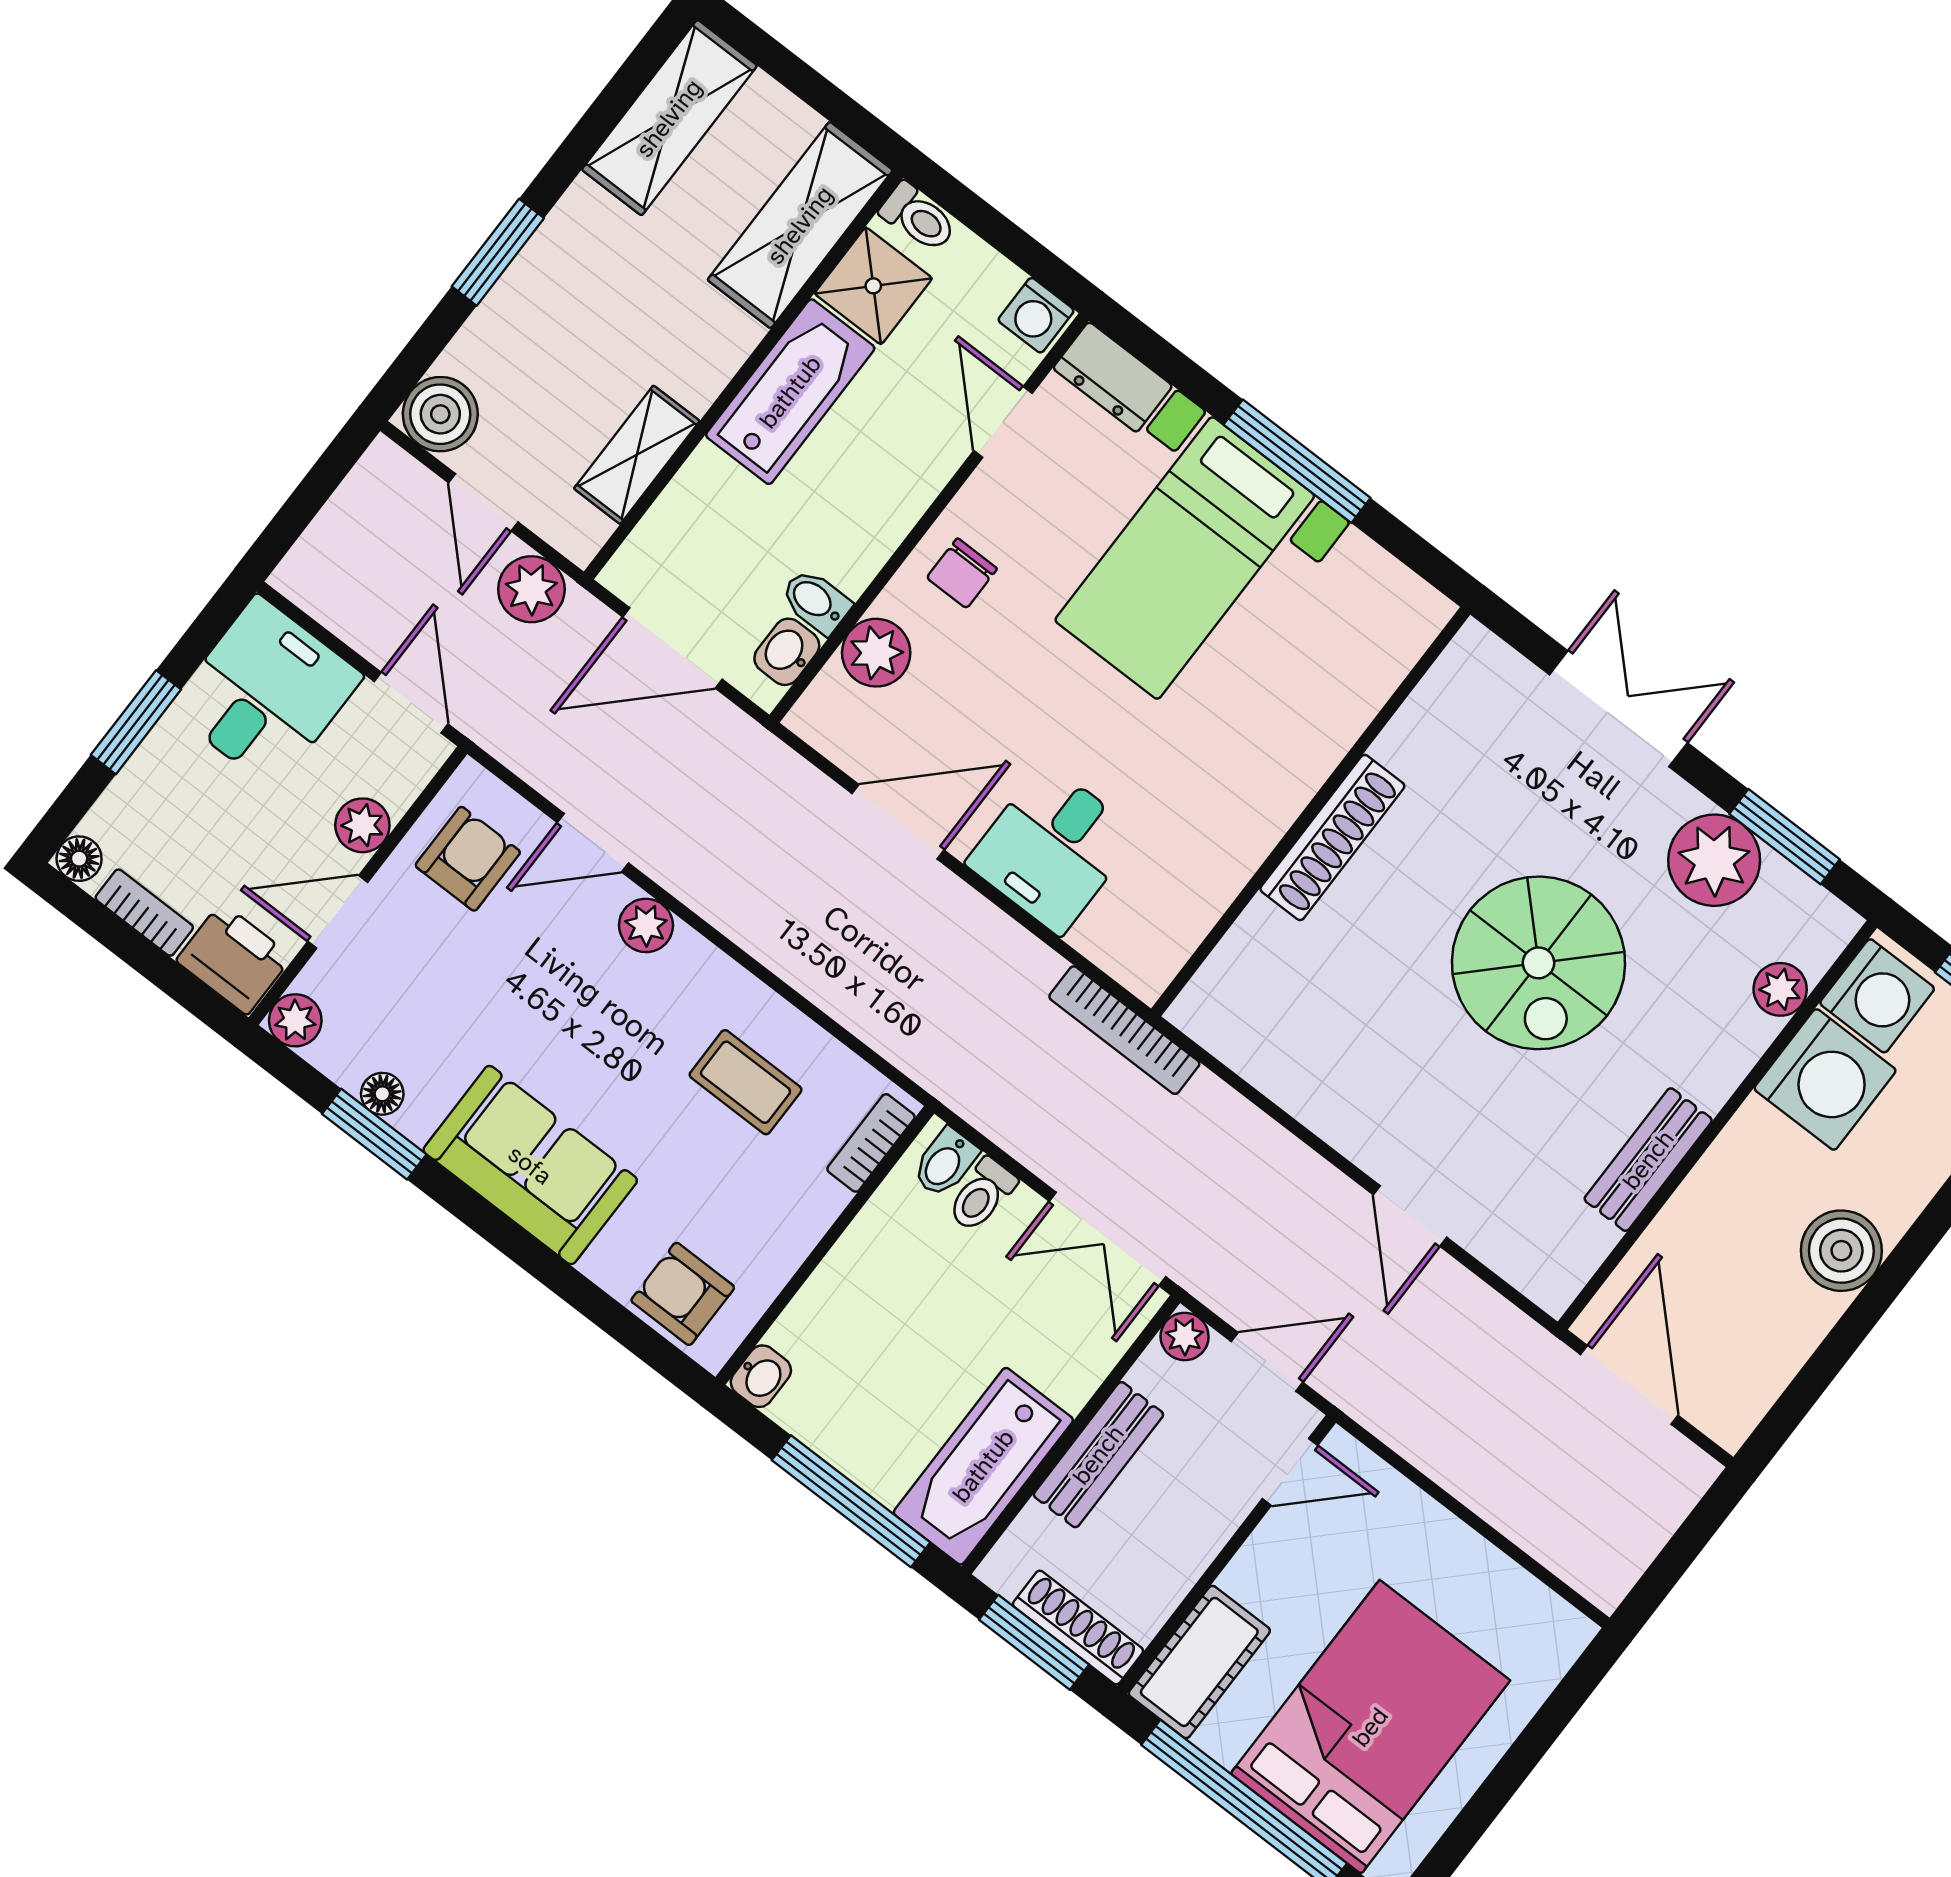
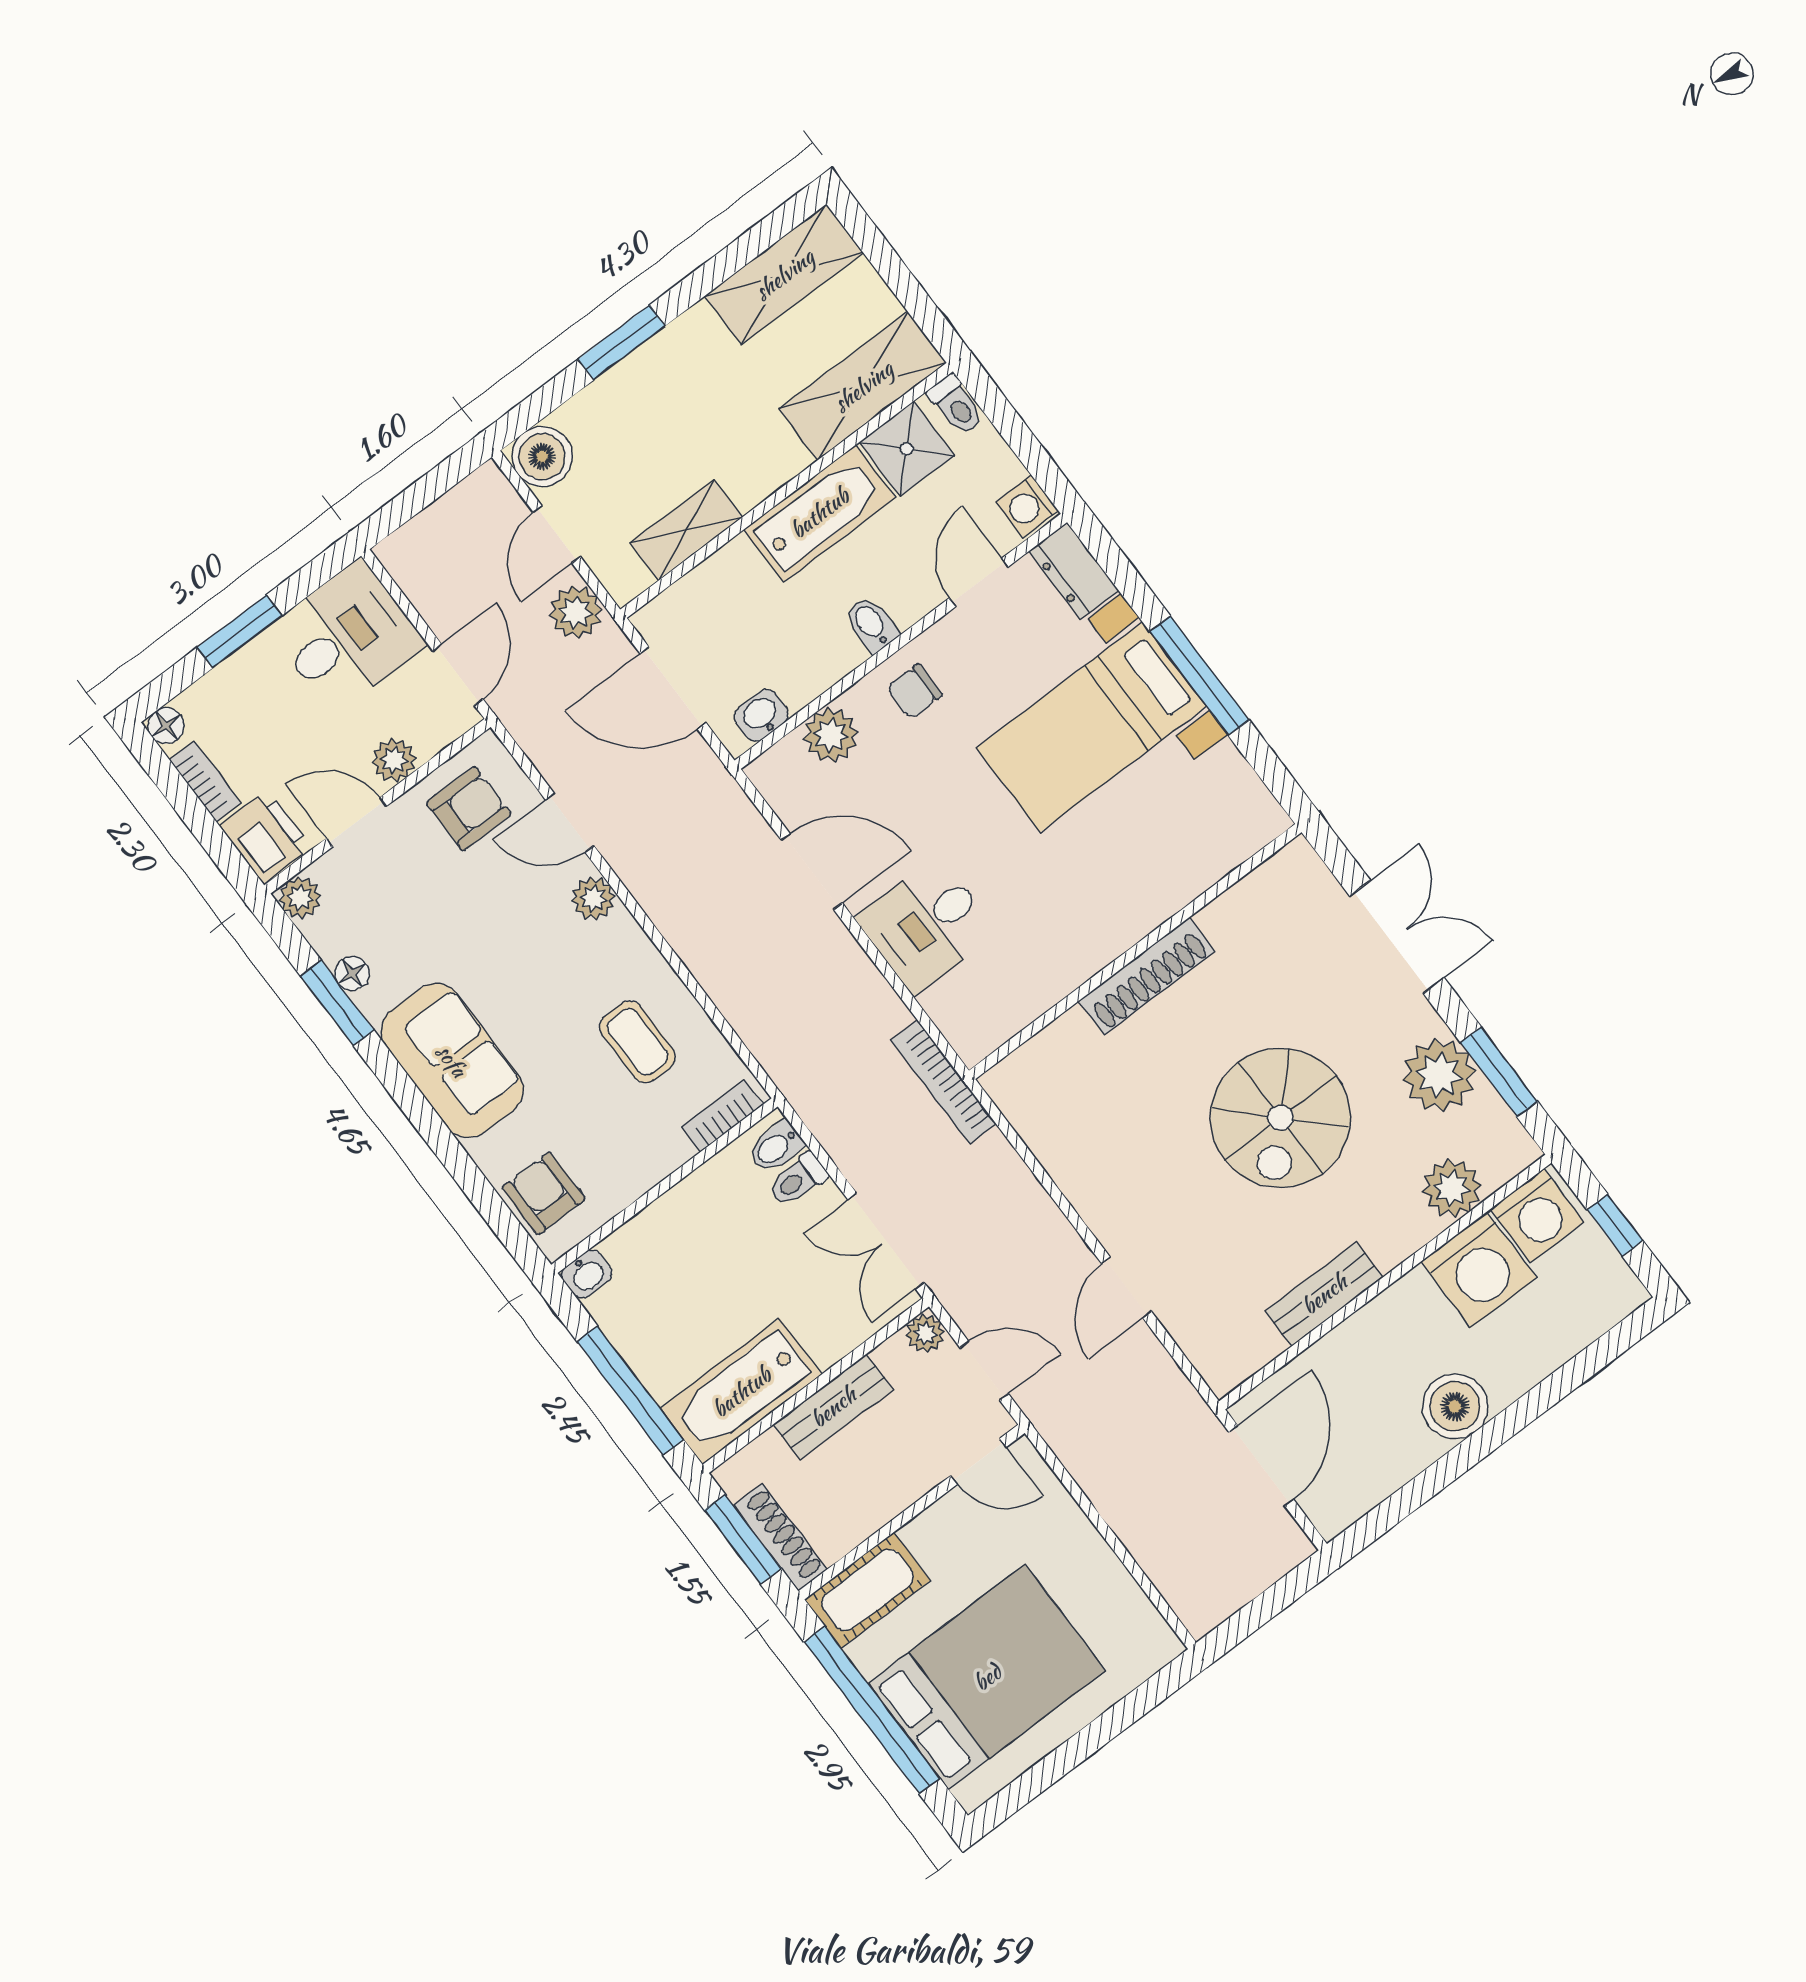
bidet: (816, 601) -> (871, 624), moved
plant: (1780, 989) -> (1452, 1188), width x1.38, depth x1.38

